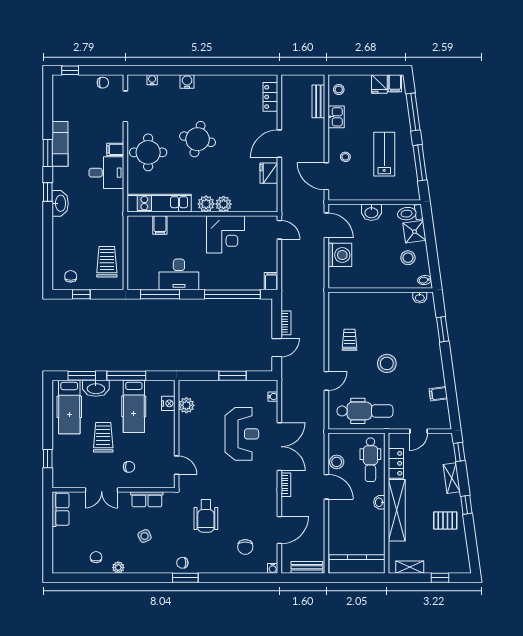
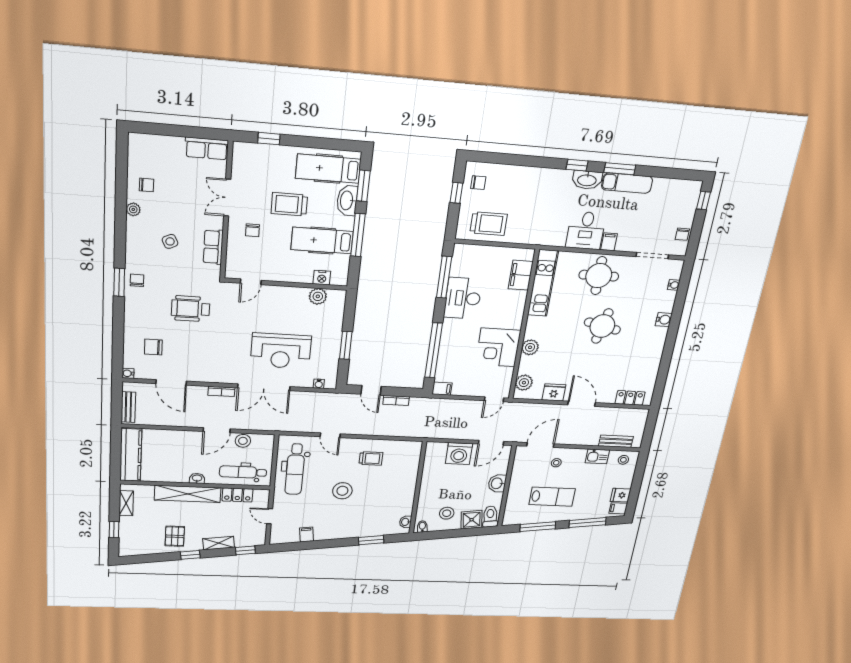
washbasin: (60, 203) -> (587, 180), moved
plant: (206, 204) -> (524, 383), moved
filing cabinet: (160, 225) -> (521, 275), width x2.00
trolley: (103, 437) -> (289, 204), turned 180

